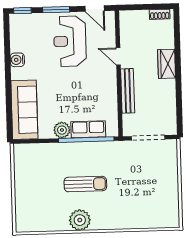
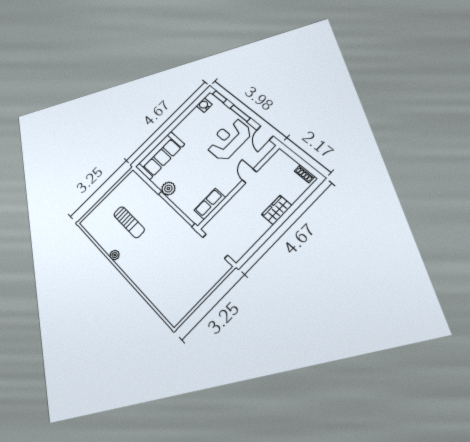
water cooler: (17, 60) -> (204, 105), moved
bench: (128, 91) -> (233, 203), removed
row of seats: (88, 129) -> (210, 204), moved, turned -90
sun lounger: (85, 184) -> (129, 222), moved
plant: (80, 220) -> (115, 255), width x0.53, depth x0.53

